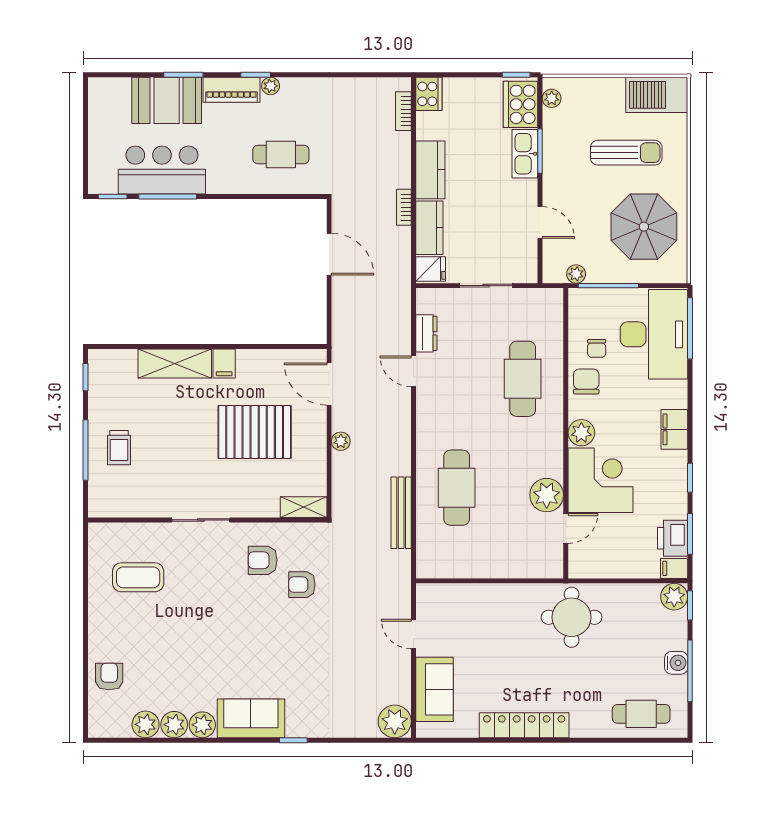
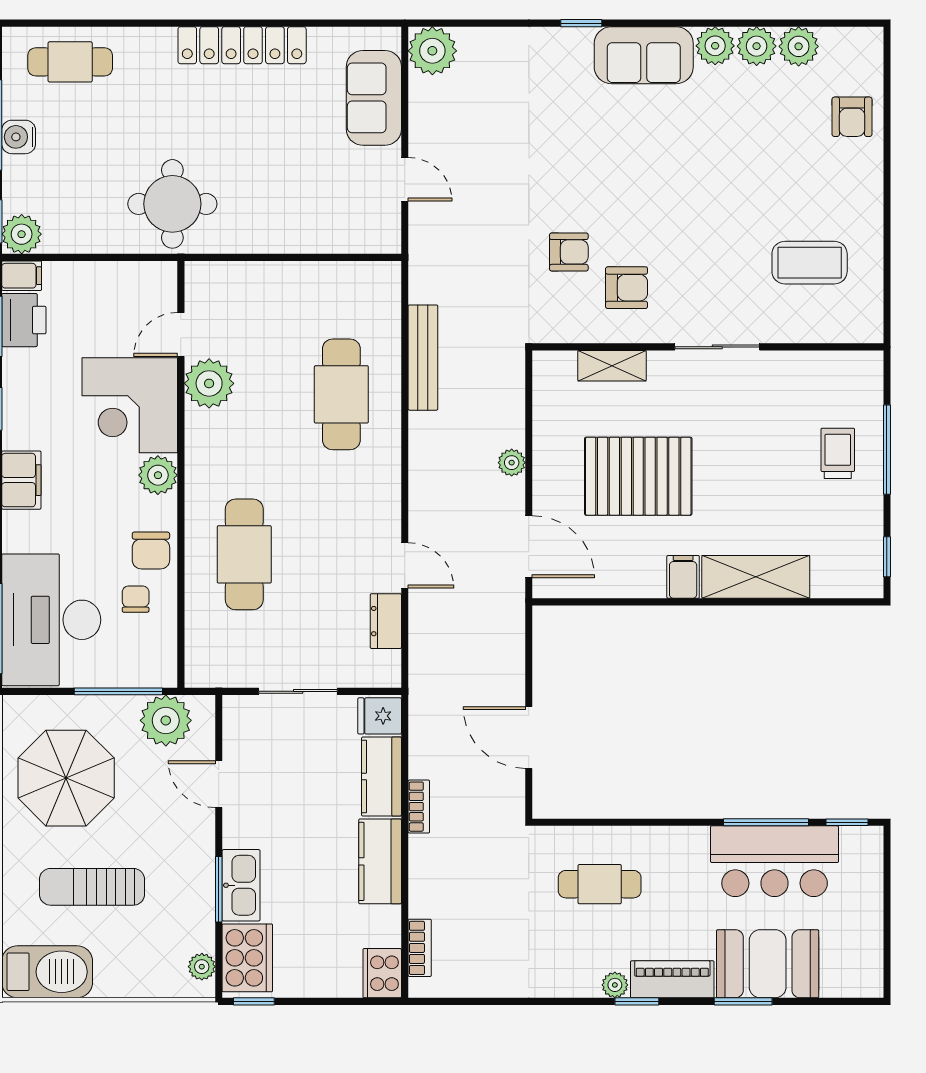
plant: (576, 274) -> (166, 720), width x1.88, depth x1.88
shelving: (304, 507) -> (612, 366), moved

